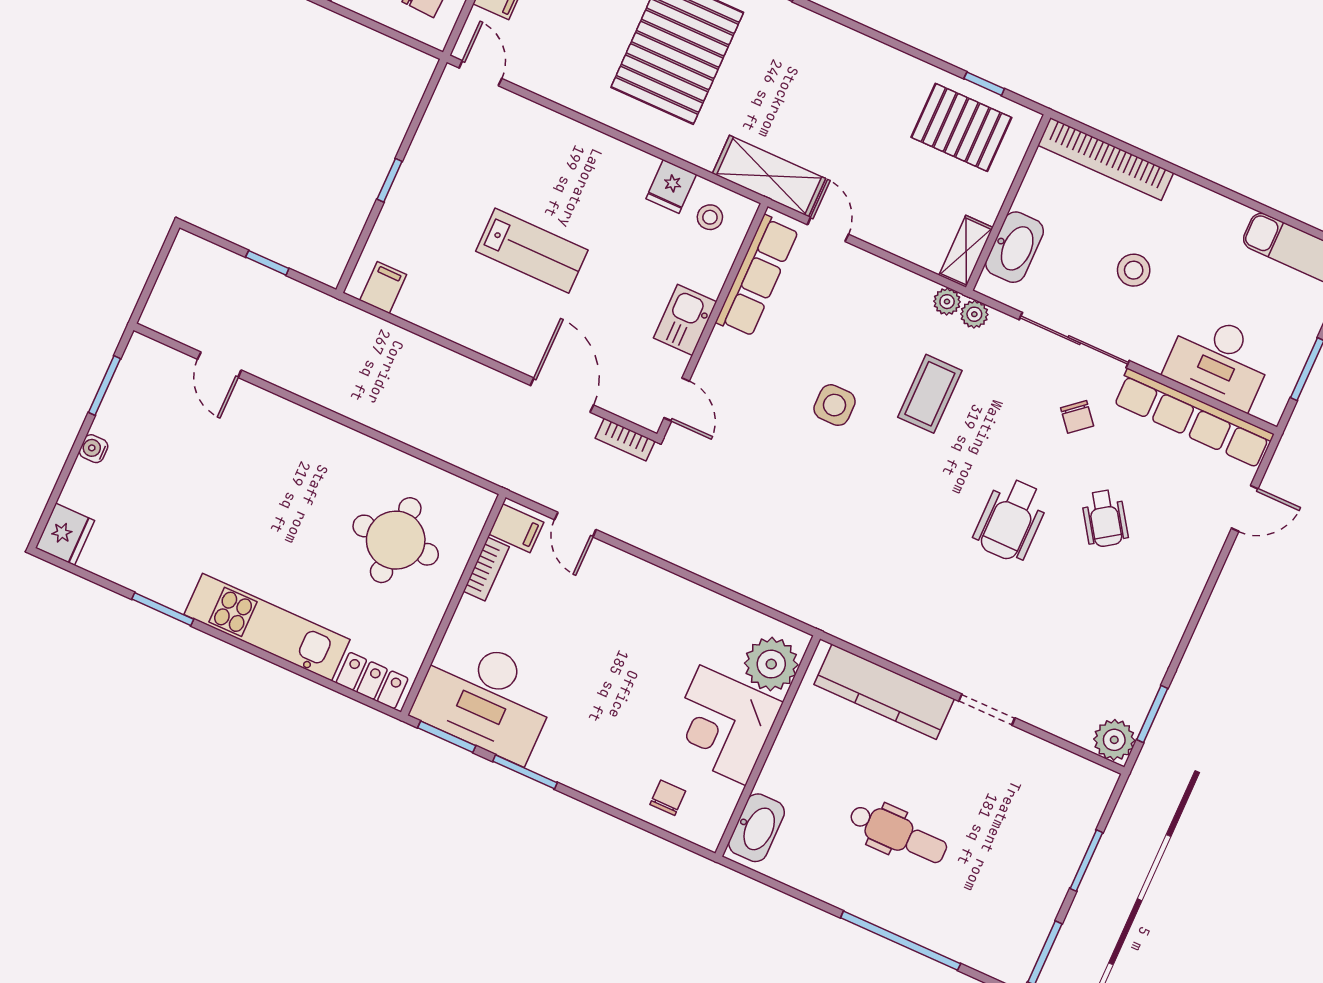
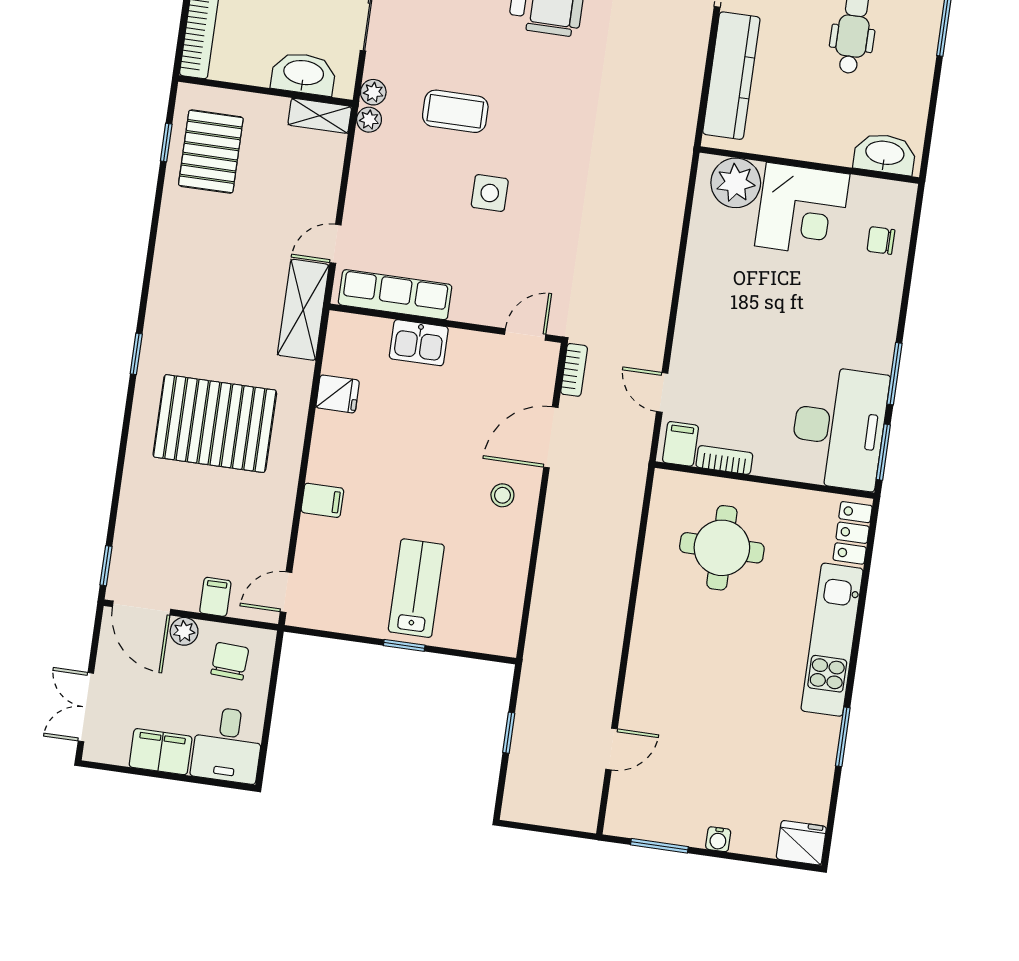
stool: (710, 217) -> (502, 495), moved
lab bench: (532, 251) -> (416, 588), moved
filing cabinet: (383, 287) -> (322, 500), moved, turned 180
kitchen sink: (685, 320) -> (419, 343), moved
door: (575, 525) -> (662, 392), swing flipped

